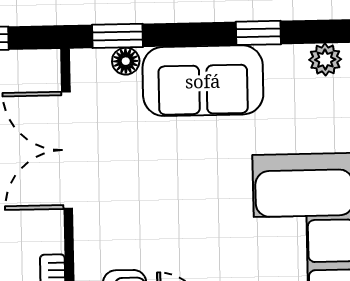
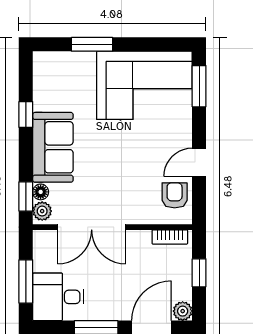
plant: (325, 60) -> (42, 211), moved

